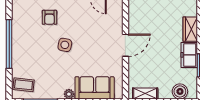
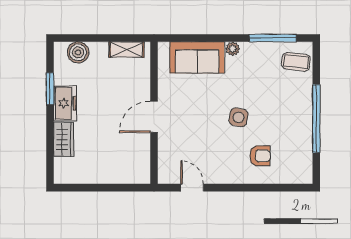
armchair: (49, 17) -> (260, 156), turned 90

